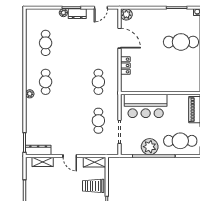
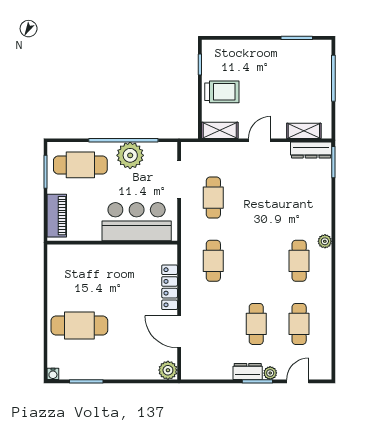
door: (101, 8) -> (298, 381), moved
cafe table: (72, 43) -> (256, 324), added
locker: (125, 65) -> (170, 287), width x1.53
door: (70, 156) -> (260, 140), hinge flipped

